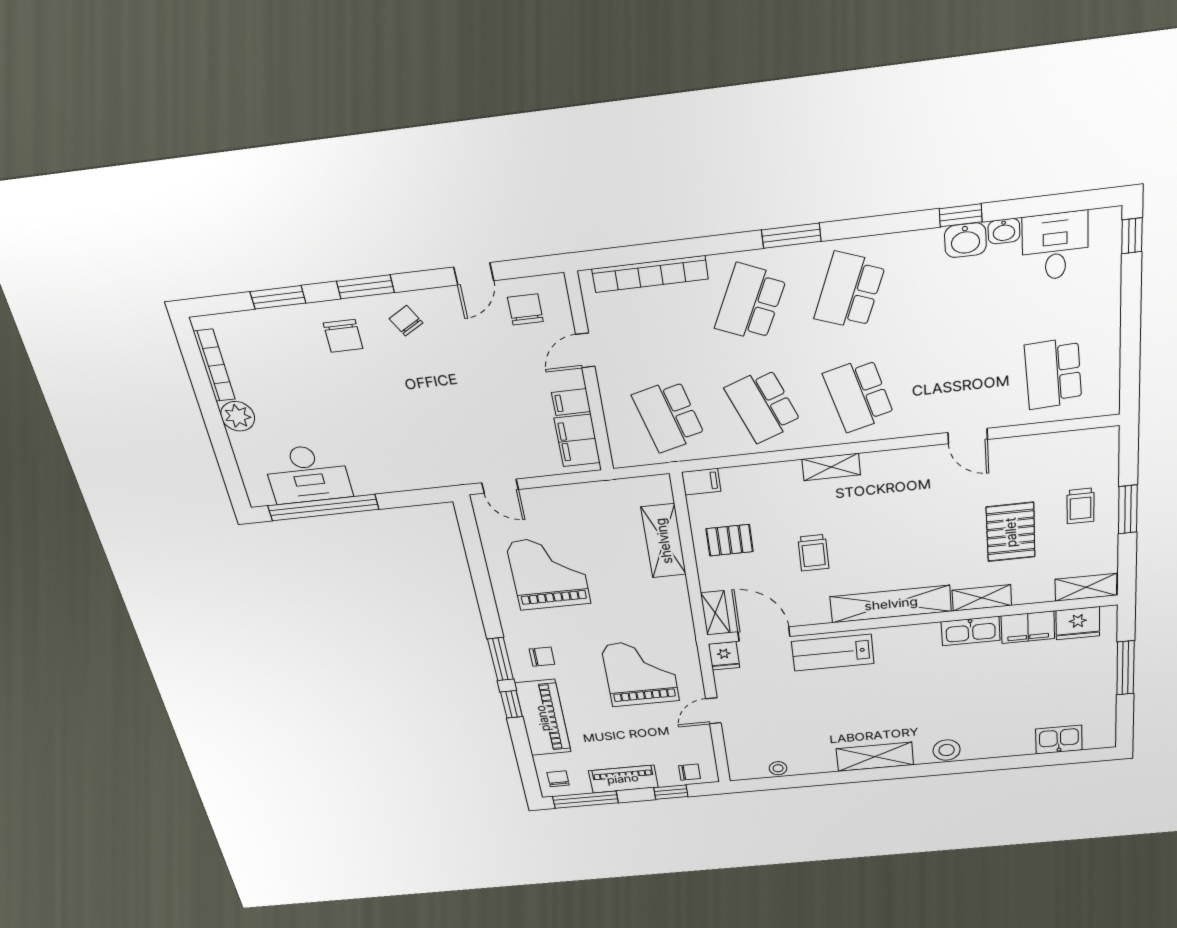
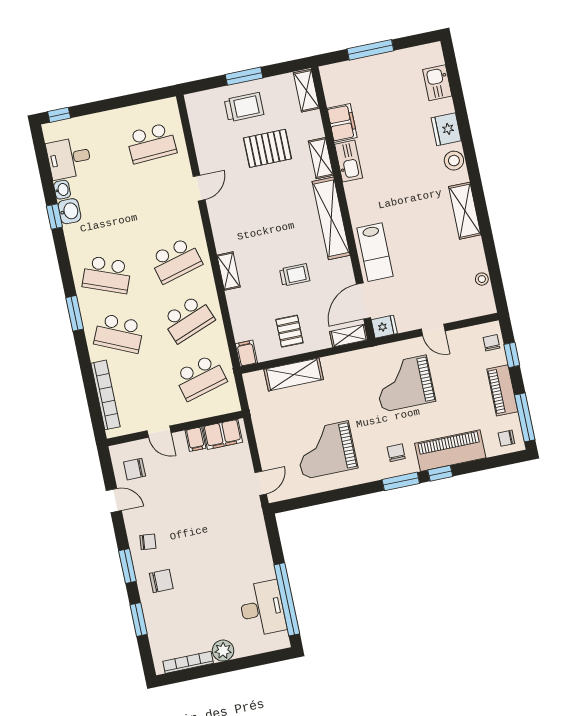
chair: (406, 321) -> (148, 542), turned -144
trolley: (1080, 506) -> (244, 107), width x1.36, depth x1.39
fridge: (1078, 623) -> (446, 129), moved, turned 180

